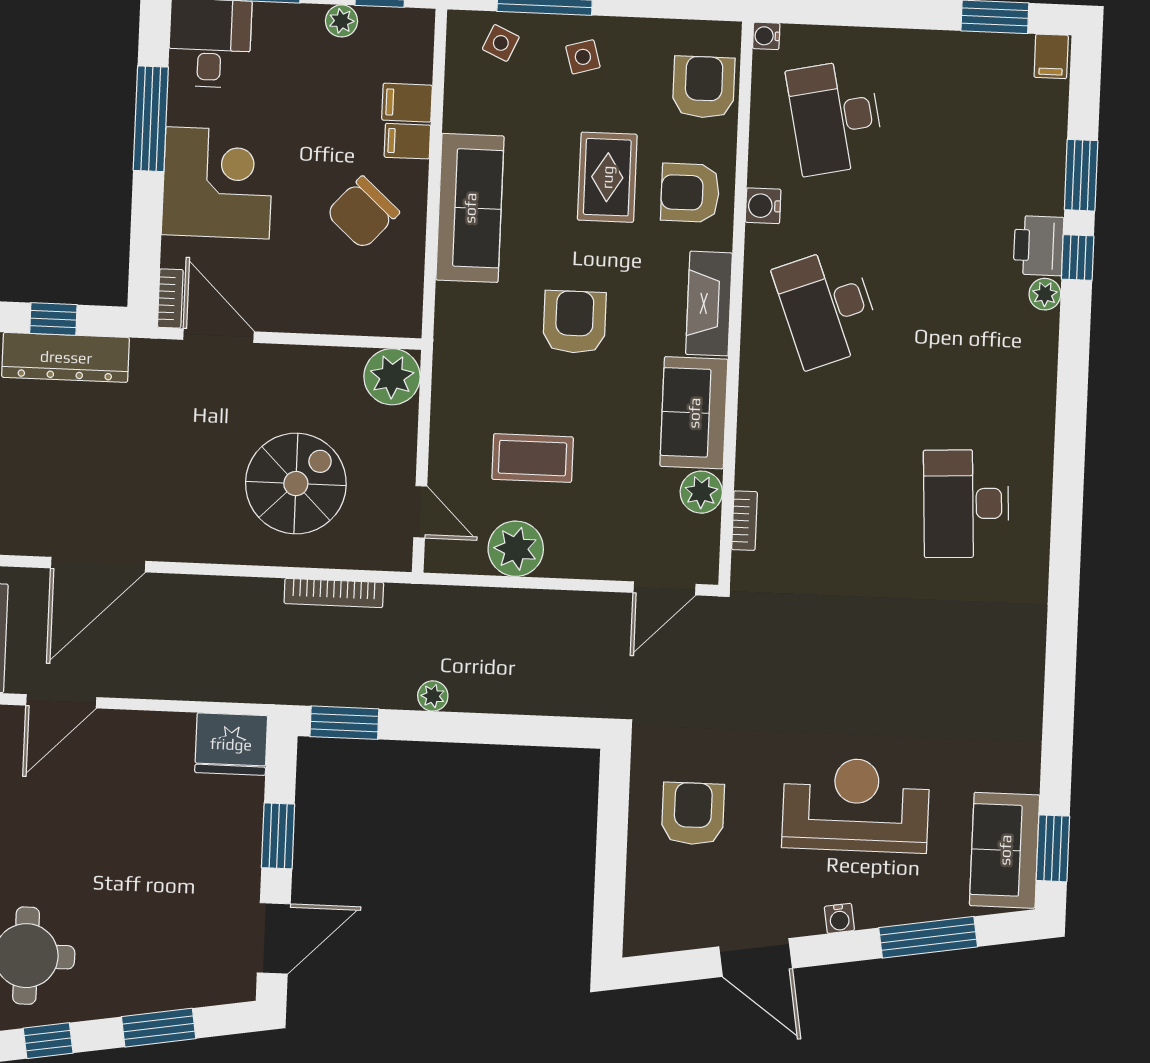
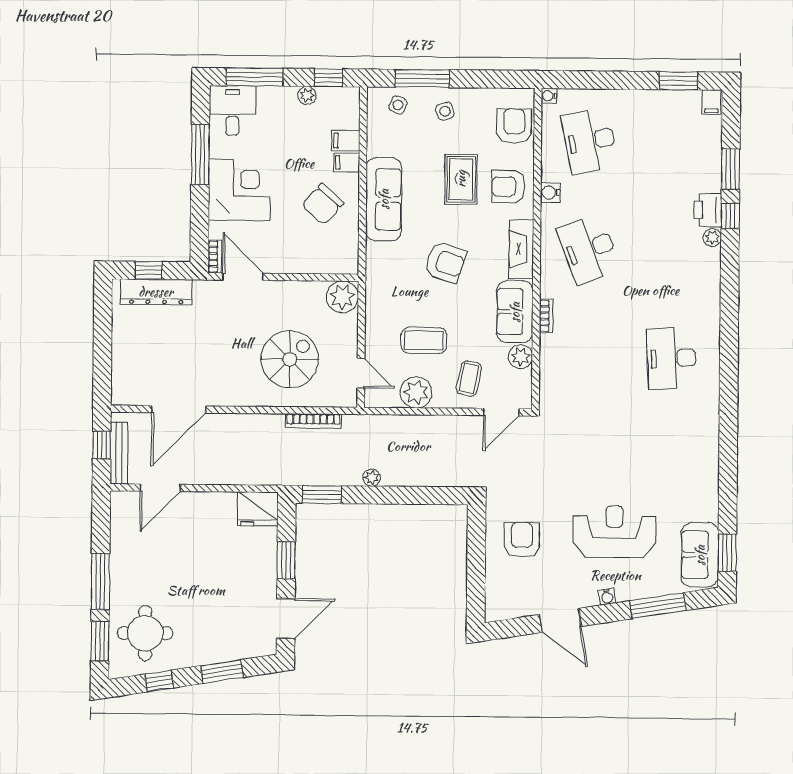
armchair: (574, 322) -> (445, 262), turned 108
bookcase: (744, 521) -> (546, 316), moved
coffee table: (610, 527) -> (469, 378), added

